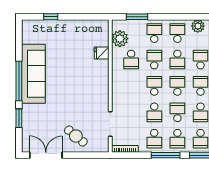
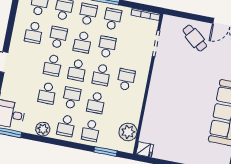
fridge: (102, 53) -> (145, 149), moved
school desk: (131, 60) -> (126, 80), moved

